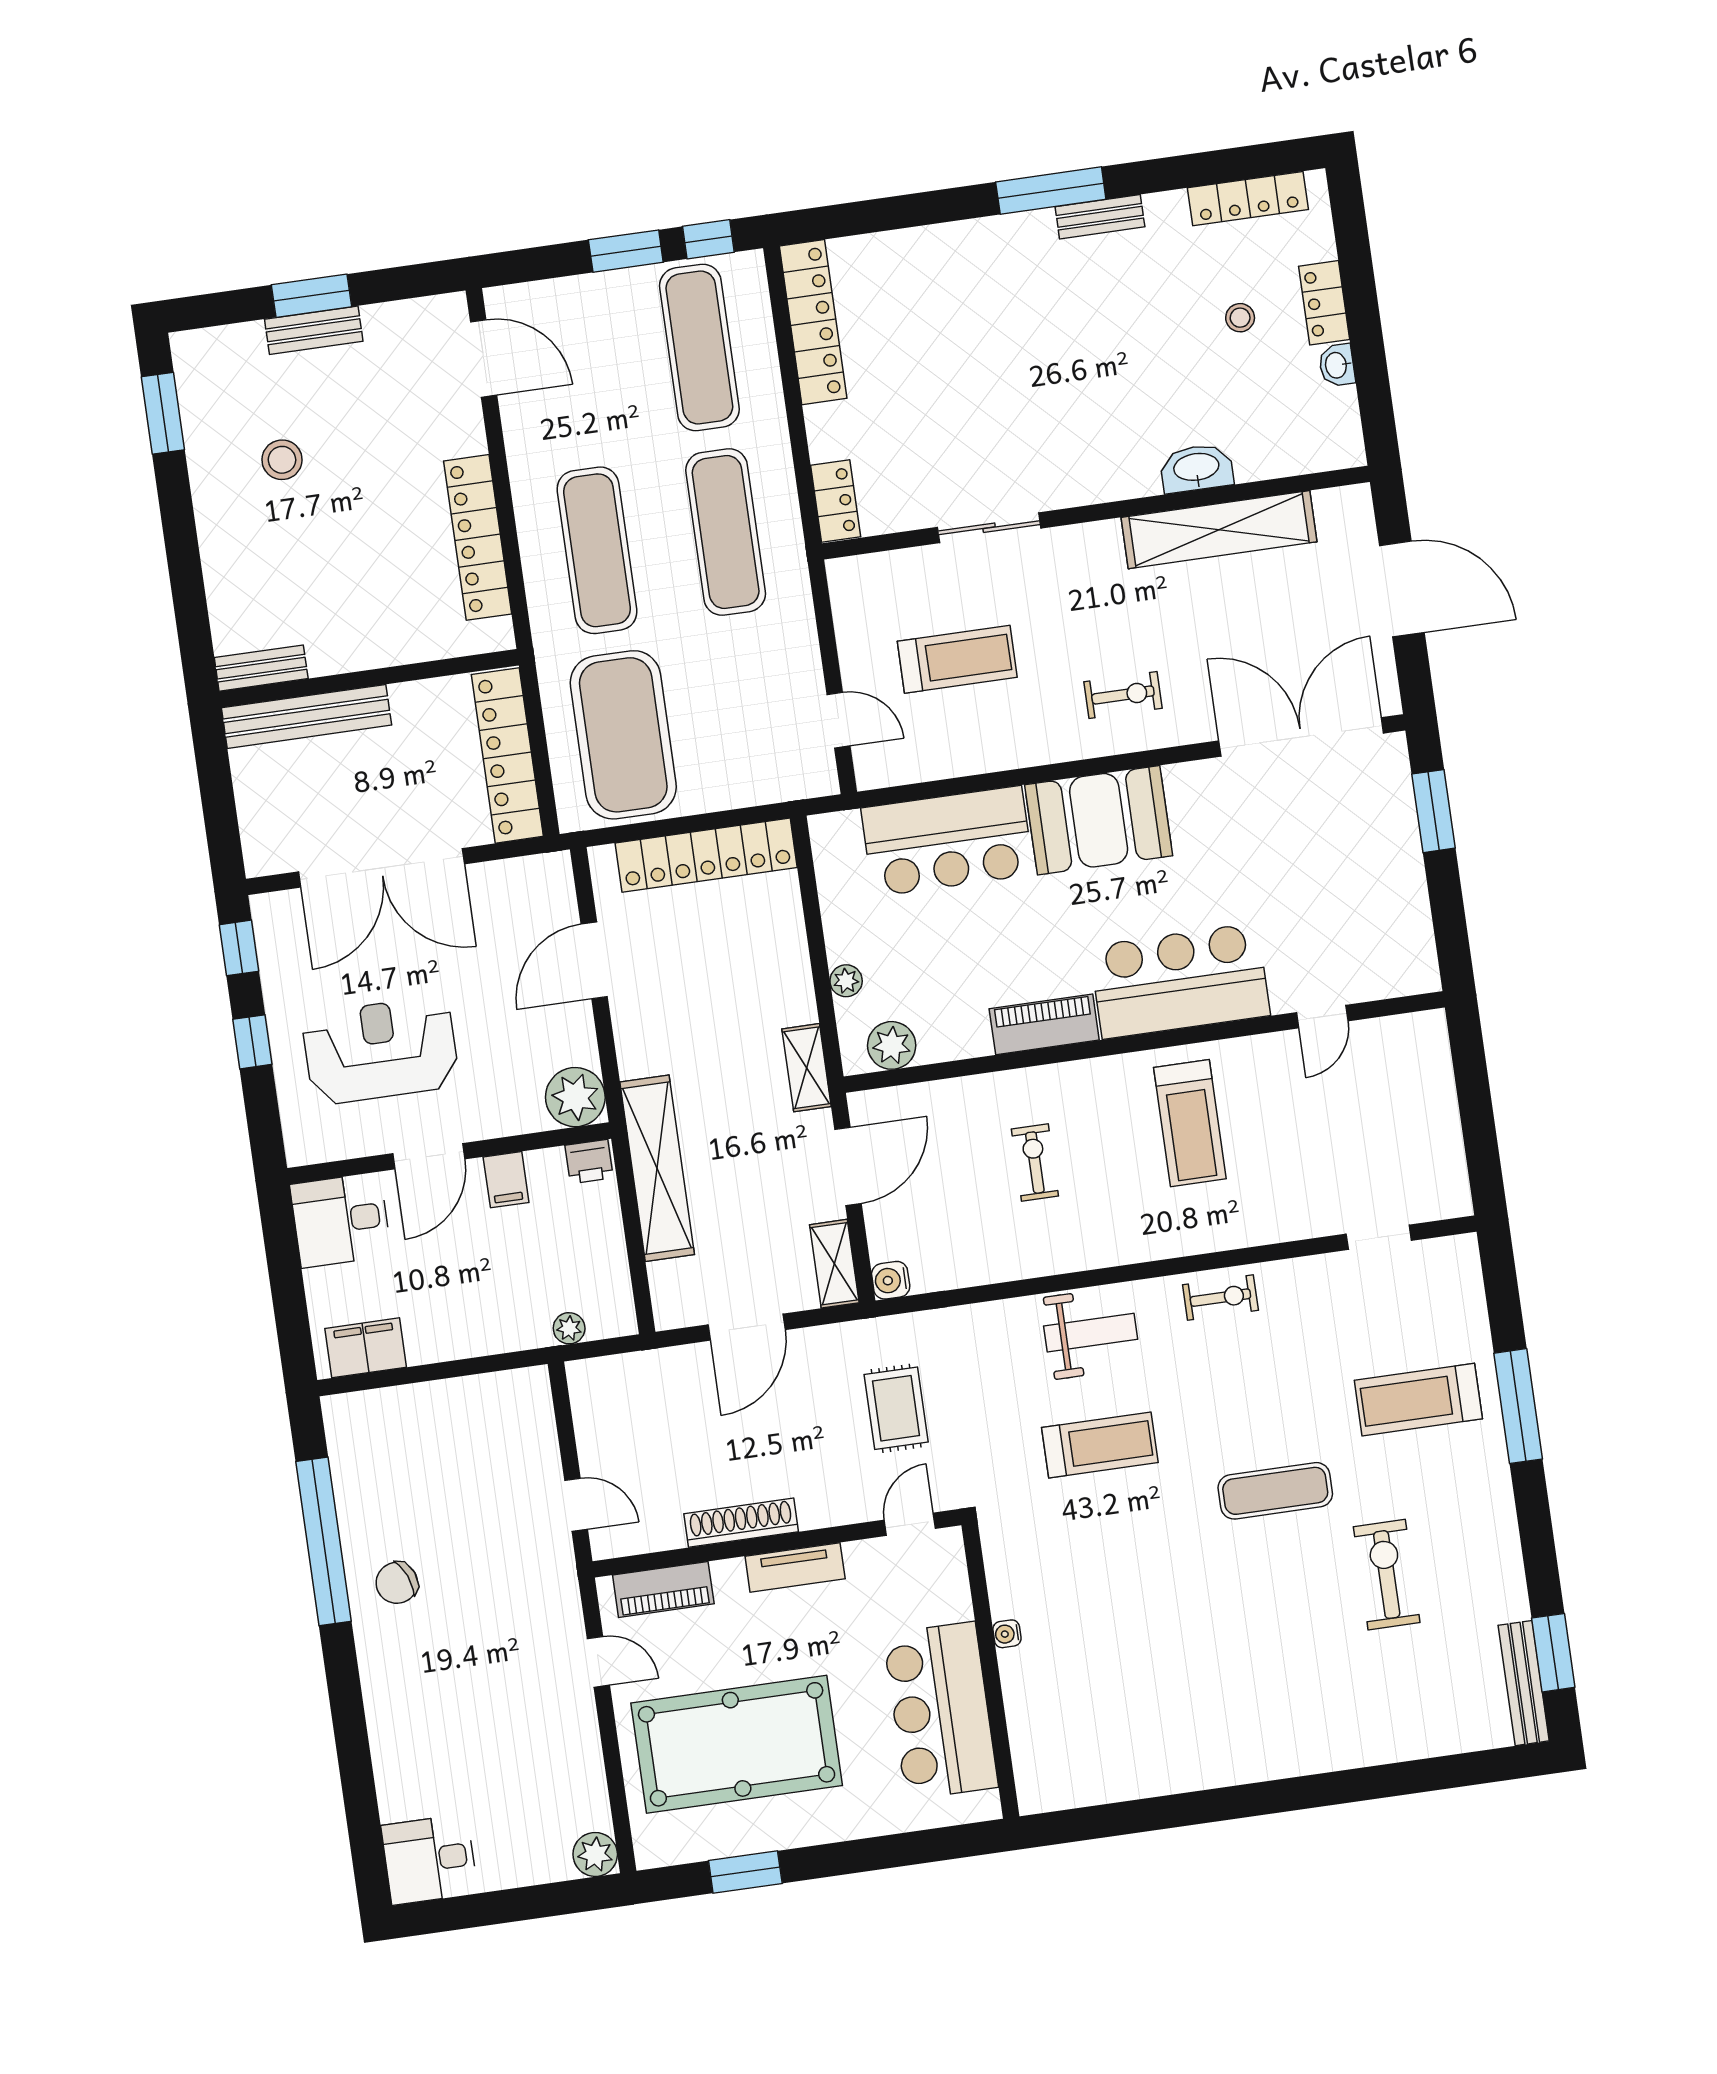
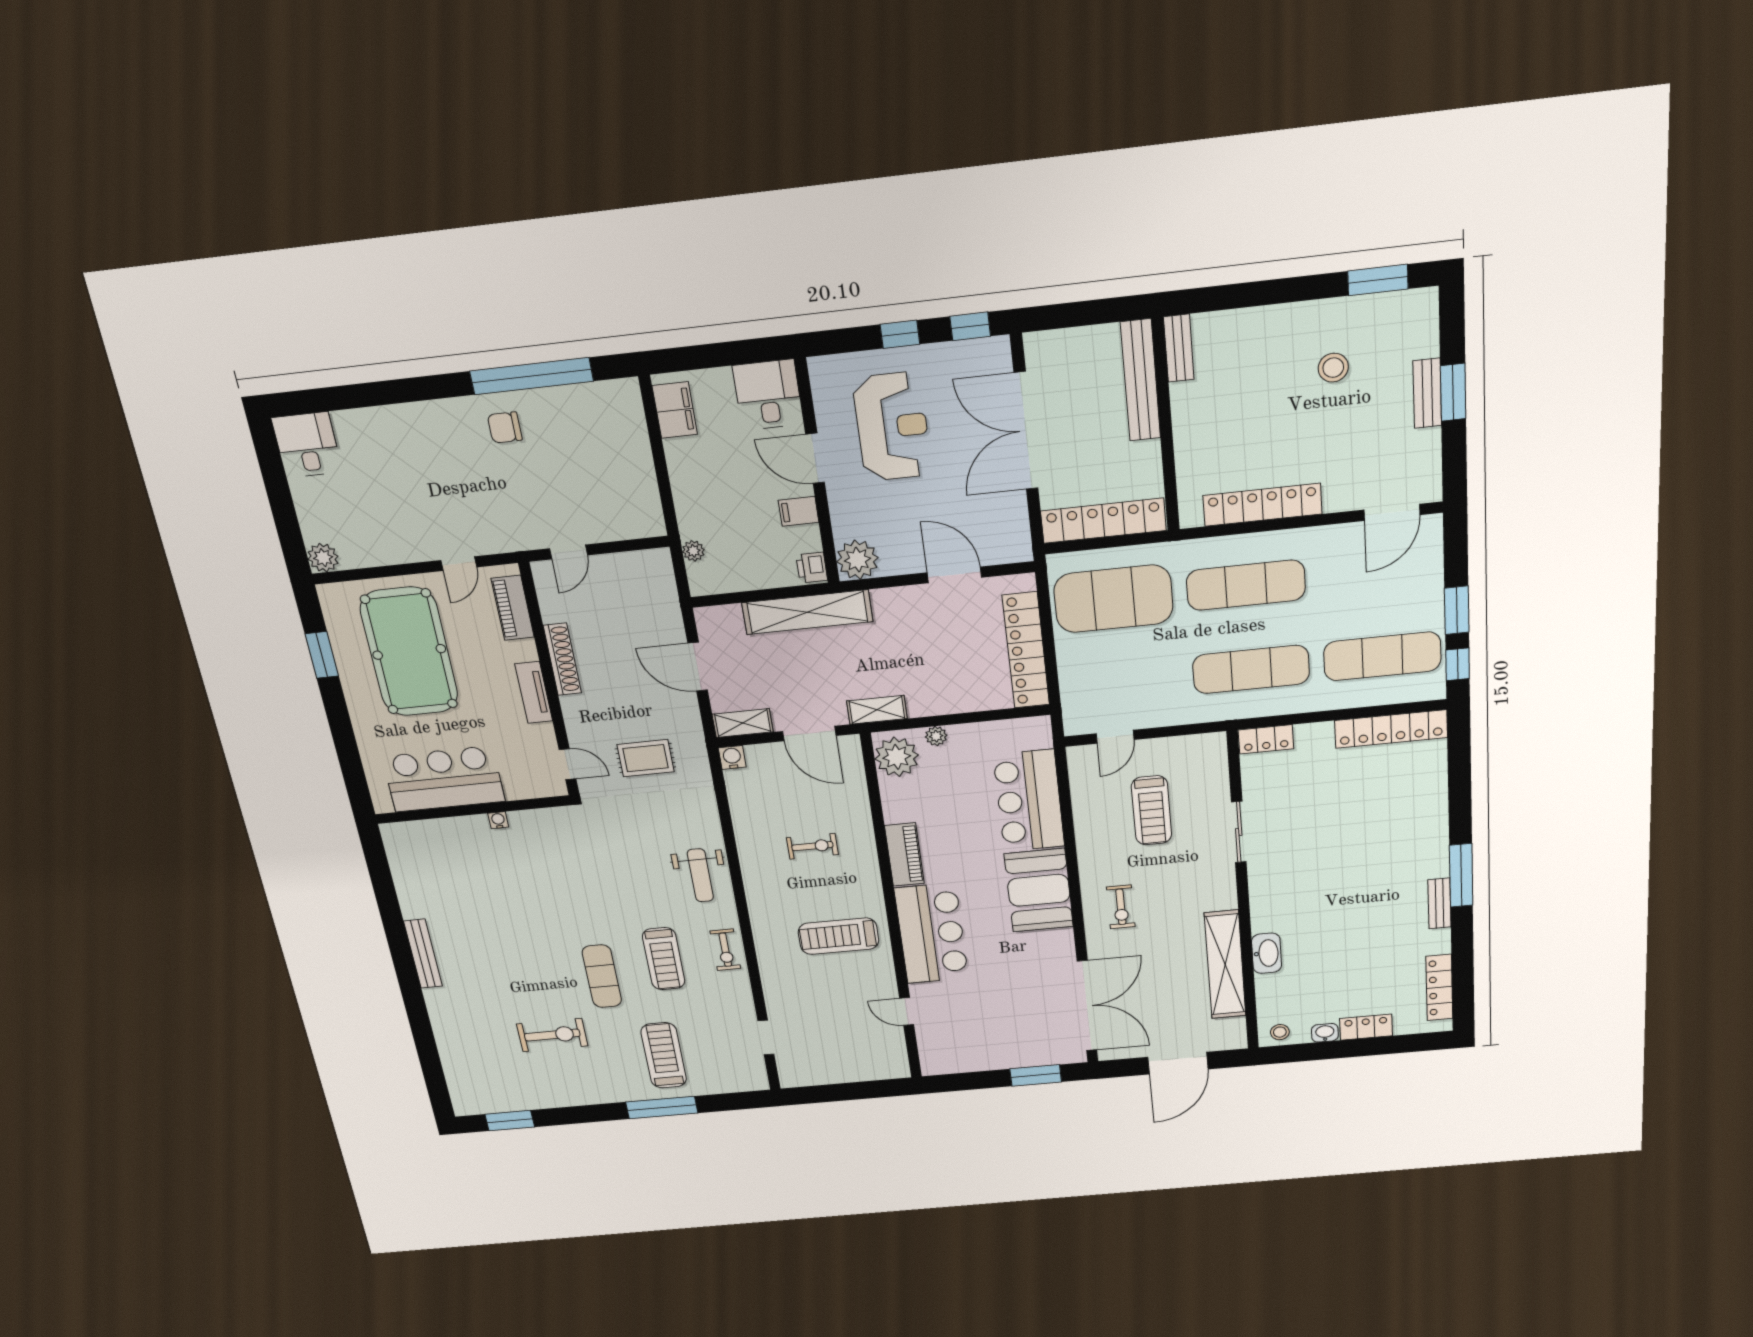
stool: (1240, 318) -> (1280, 1032), moved
plant: (892, 1045) -> (897, 757), width x1.36, depth x1.36
treadmill: (1100, 1445) -> (664, 959), moved
chair: (397, 1583) -> (505, 427), turned -68
bench: (1524, 1683) -> (423, 954), moved, turned 90

